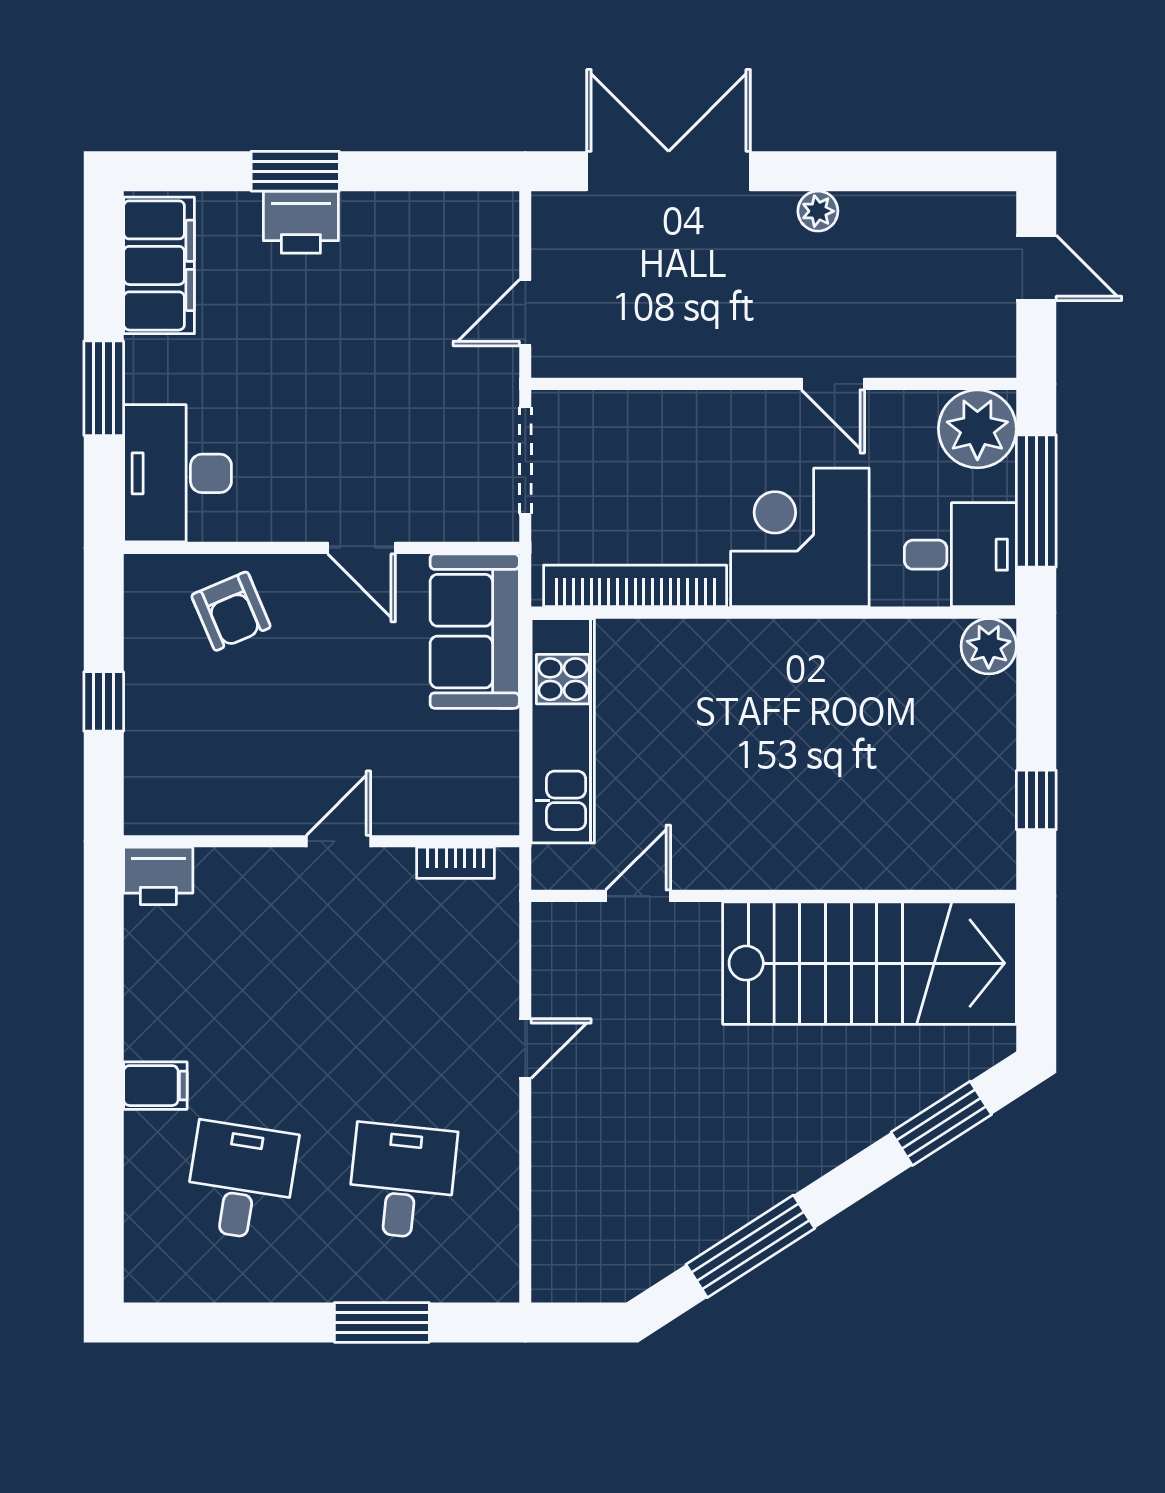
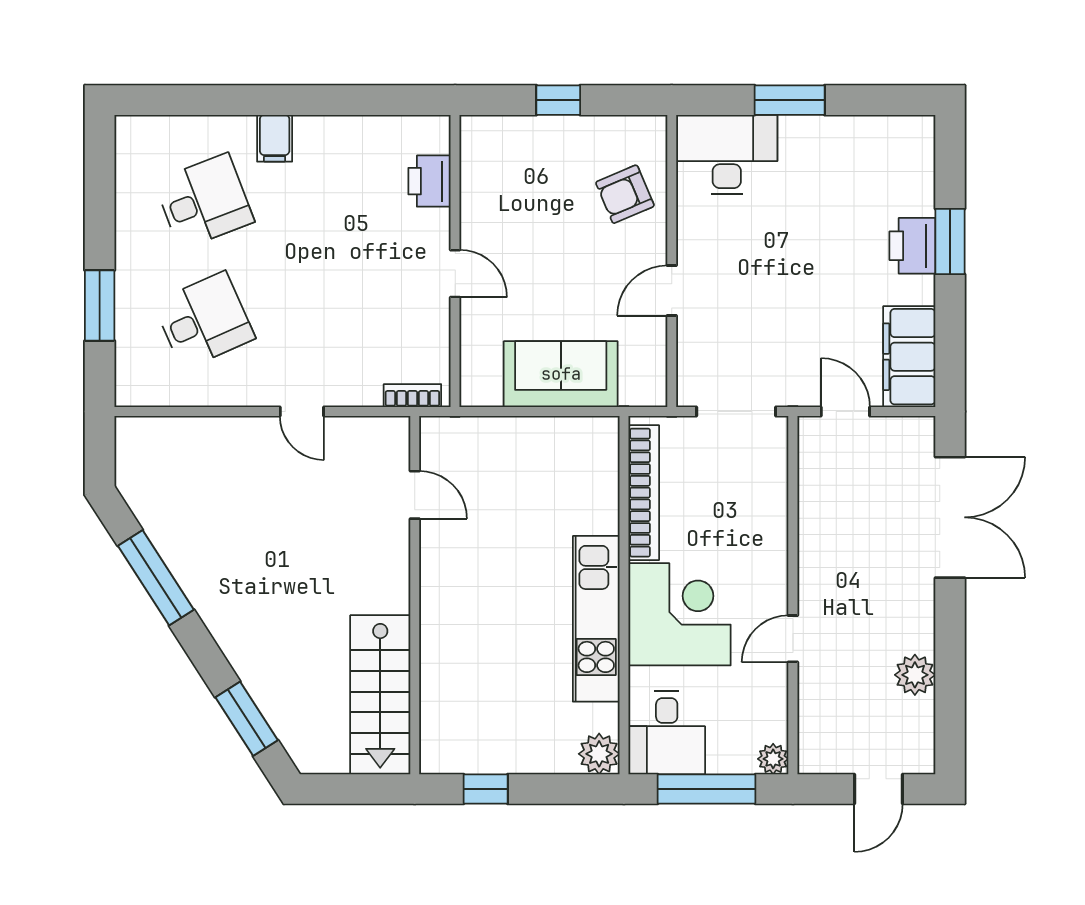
plant: (818, 211) -> (915, 675), moved, width x1.38, depth x1.38
filing cabinet: (159, 265) -> (909, 357), moved, turned 90
plant: (977, 429) -> (773, 759), width x0.53, depth x0.53
sofa: (475, 631) -> (561, 374), moved
kitchen unit: (563, 731) -> (596, 619), moved, turned 90
bookcase: (456, 863) -> (412, 396), moved, turned 90
printer: (158, 876) -> (429, 181), moved
stairs: (870, 963) -> (380, 695), width x0.73, depth x0.66
desk: (241, 1181) -> (204, 201), turned -30
desk: (402, 1181) -> (204, 320), turned -30

